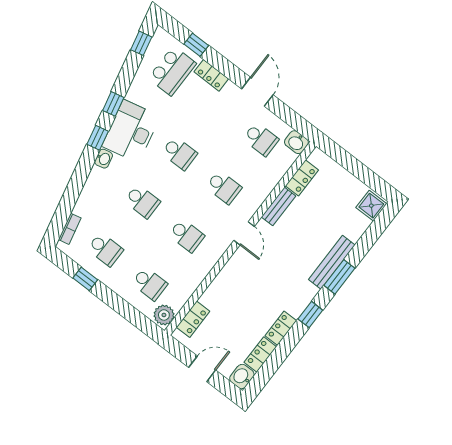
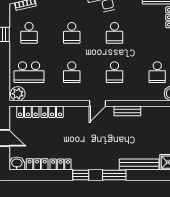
locker: (302, 178) -> (52, 112), moved
bench: (332, 262) -> (139, 165), moved
school desk: (150, 284) -> (29, 72), width x1.85

